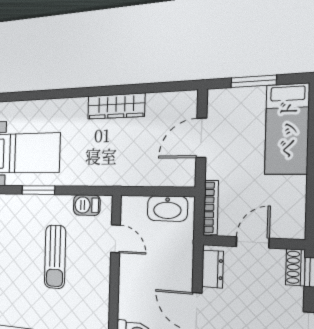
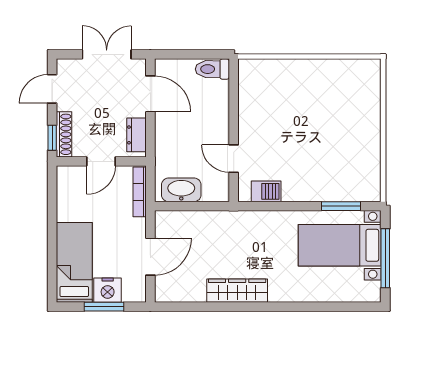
nightstand: (249, 100) -> (108, 290), added
window: (38, 190) -> (341, 206), moved
sun lounger: (55, 257) -> (301, 137), removed
shoe rack: (295, 267) -> (64, 134), width x1.43

